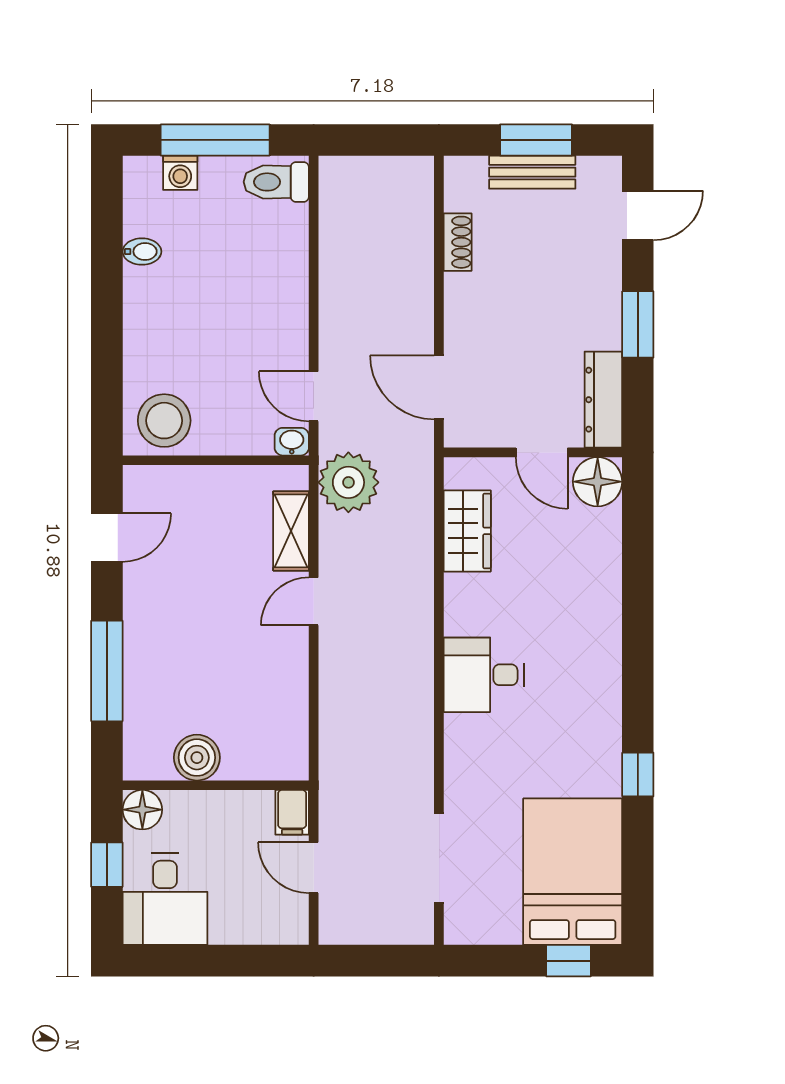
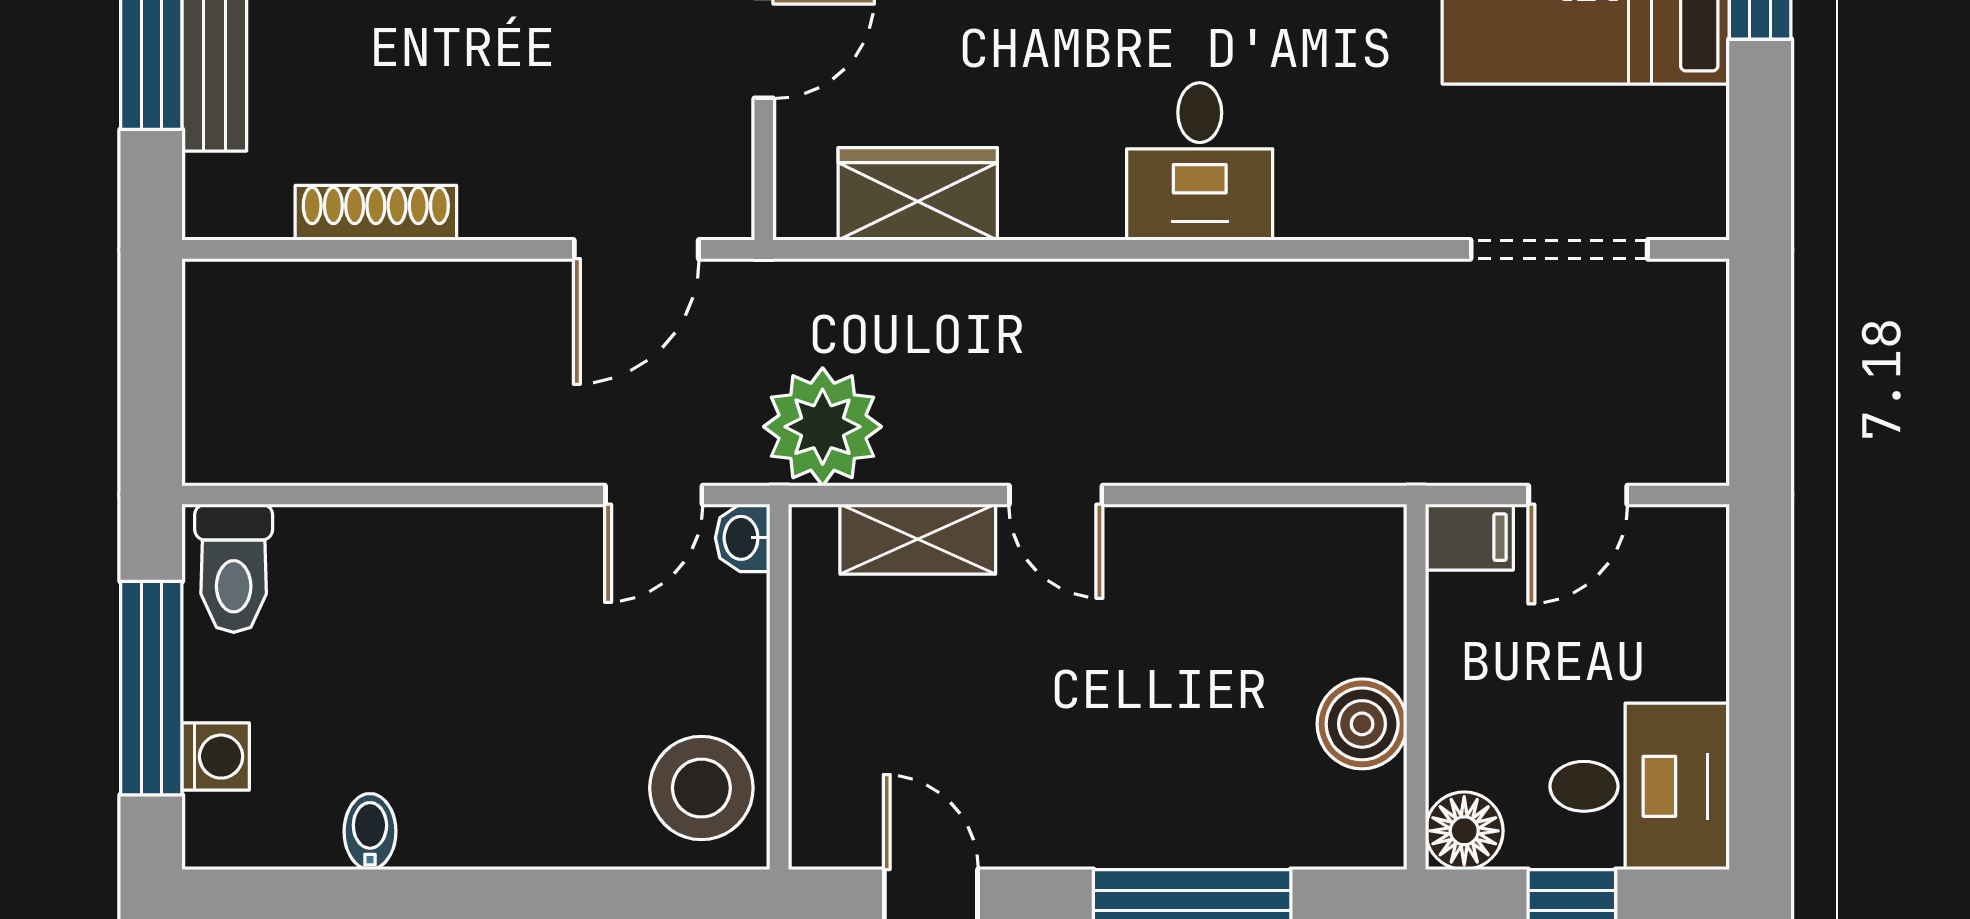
shoe rack: (458, 242) -> (376, 213), width x1.43

